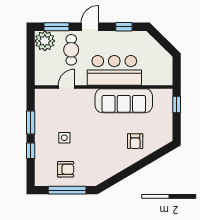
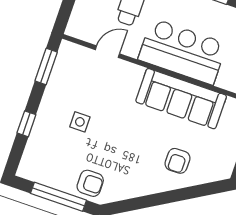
window: (31, 123) -> (46, 66), moved
armchair: (66, 169) -> (90, 183), moved

